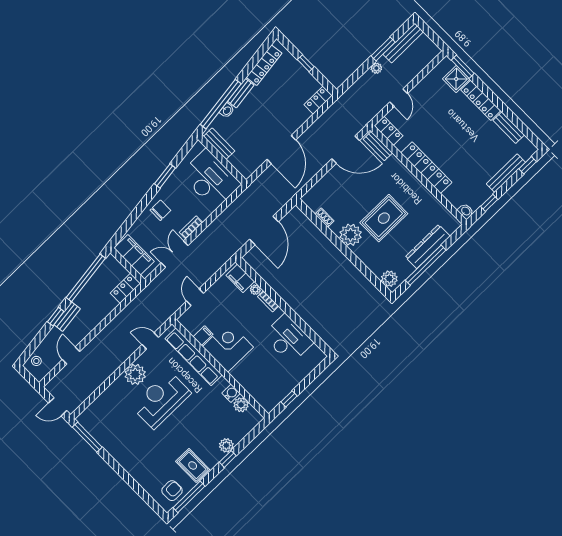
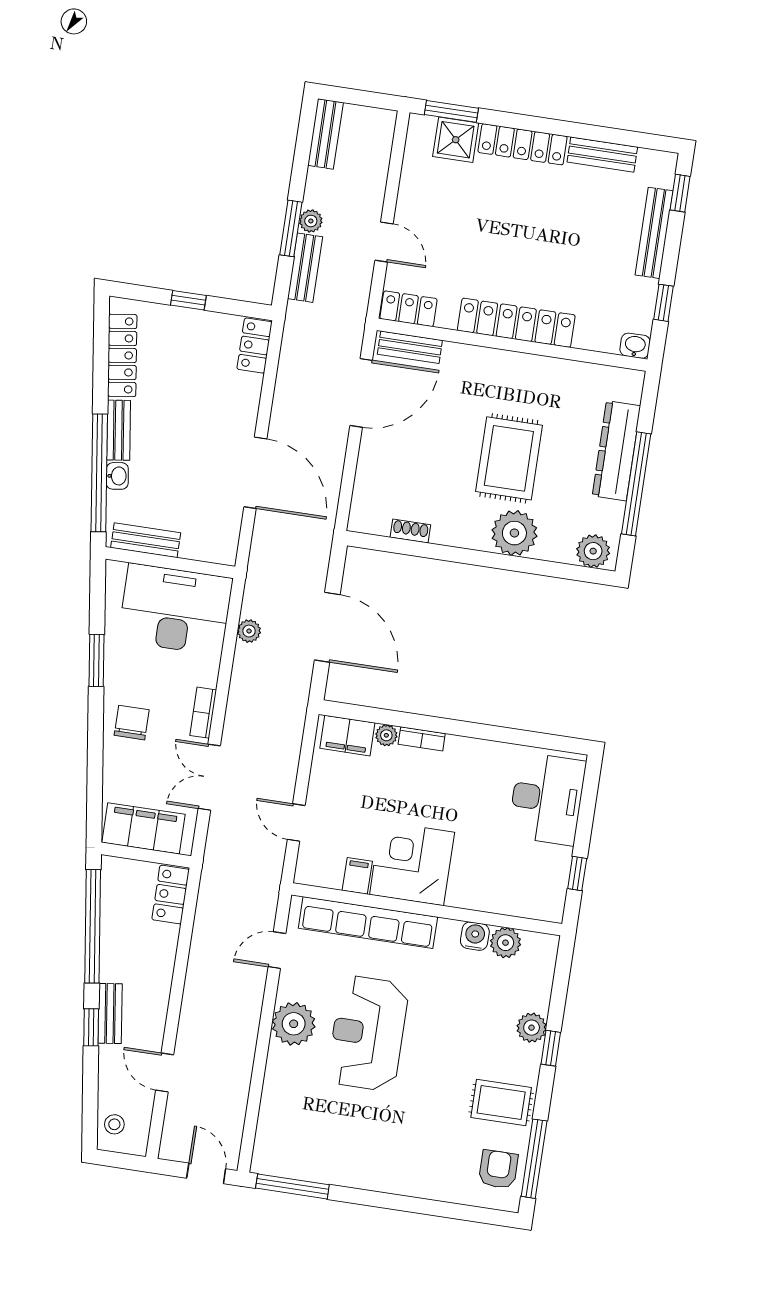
bench: (403, 43) -> (326, 134), width x0.73
window: (383, 49) -> (291, 228), moved
bench: (360, 85) -> (305, 268), added
plant: (233, 209) -> (249, 631), added
plant: (351, 235) -> (514, 533), moved
desk: (288, 339) -> (547, 799), moved, turned 90
door: (58, 407) -> (206, 1173), swing flipped

